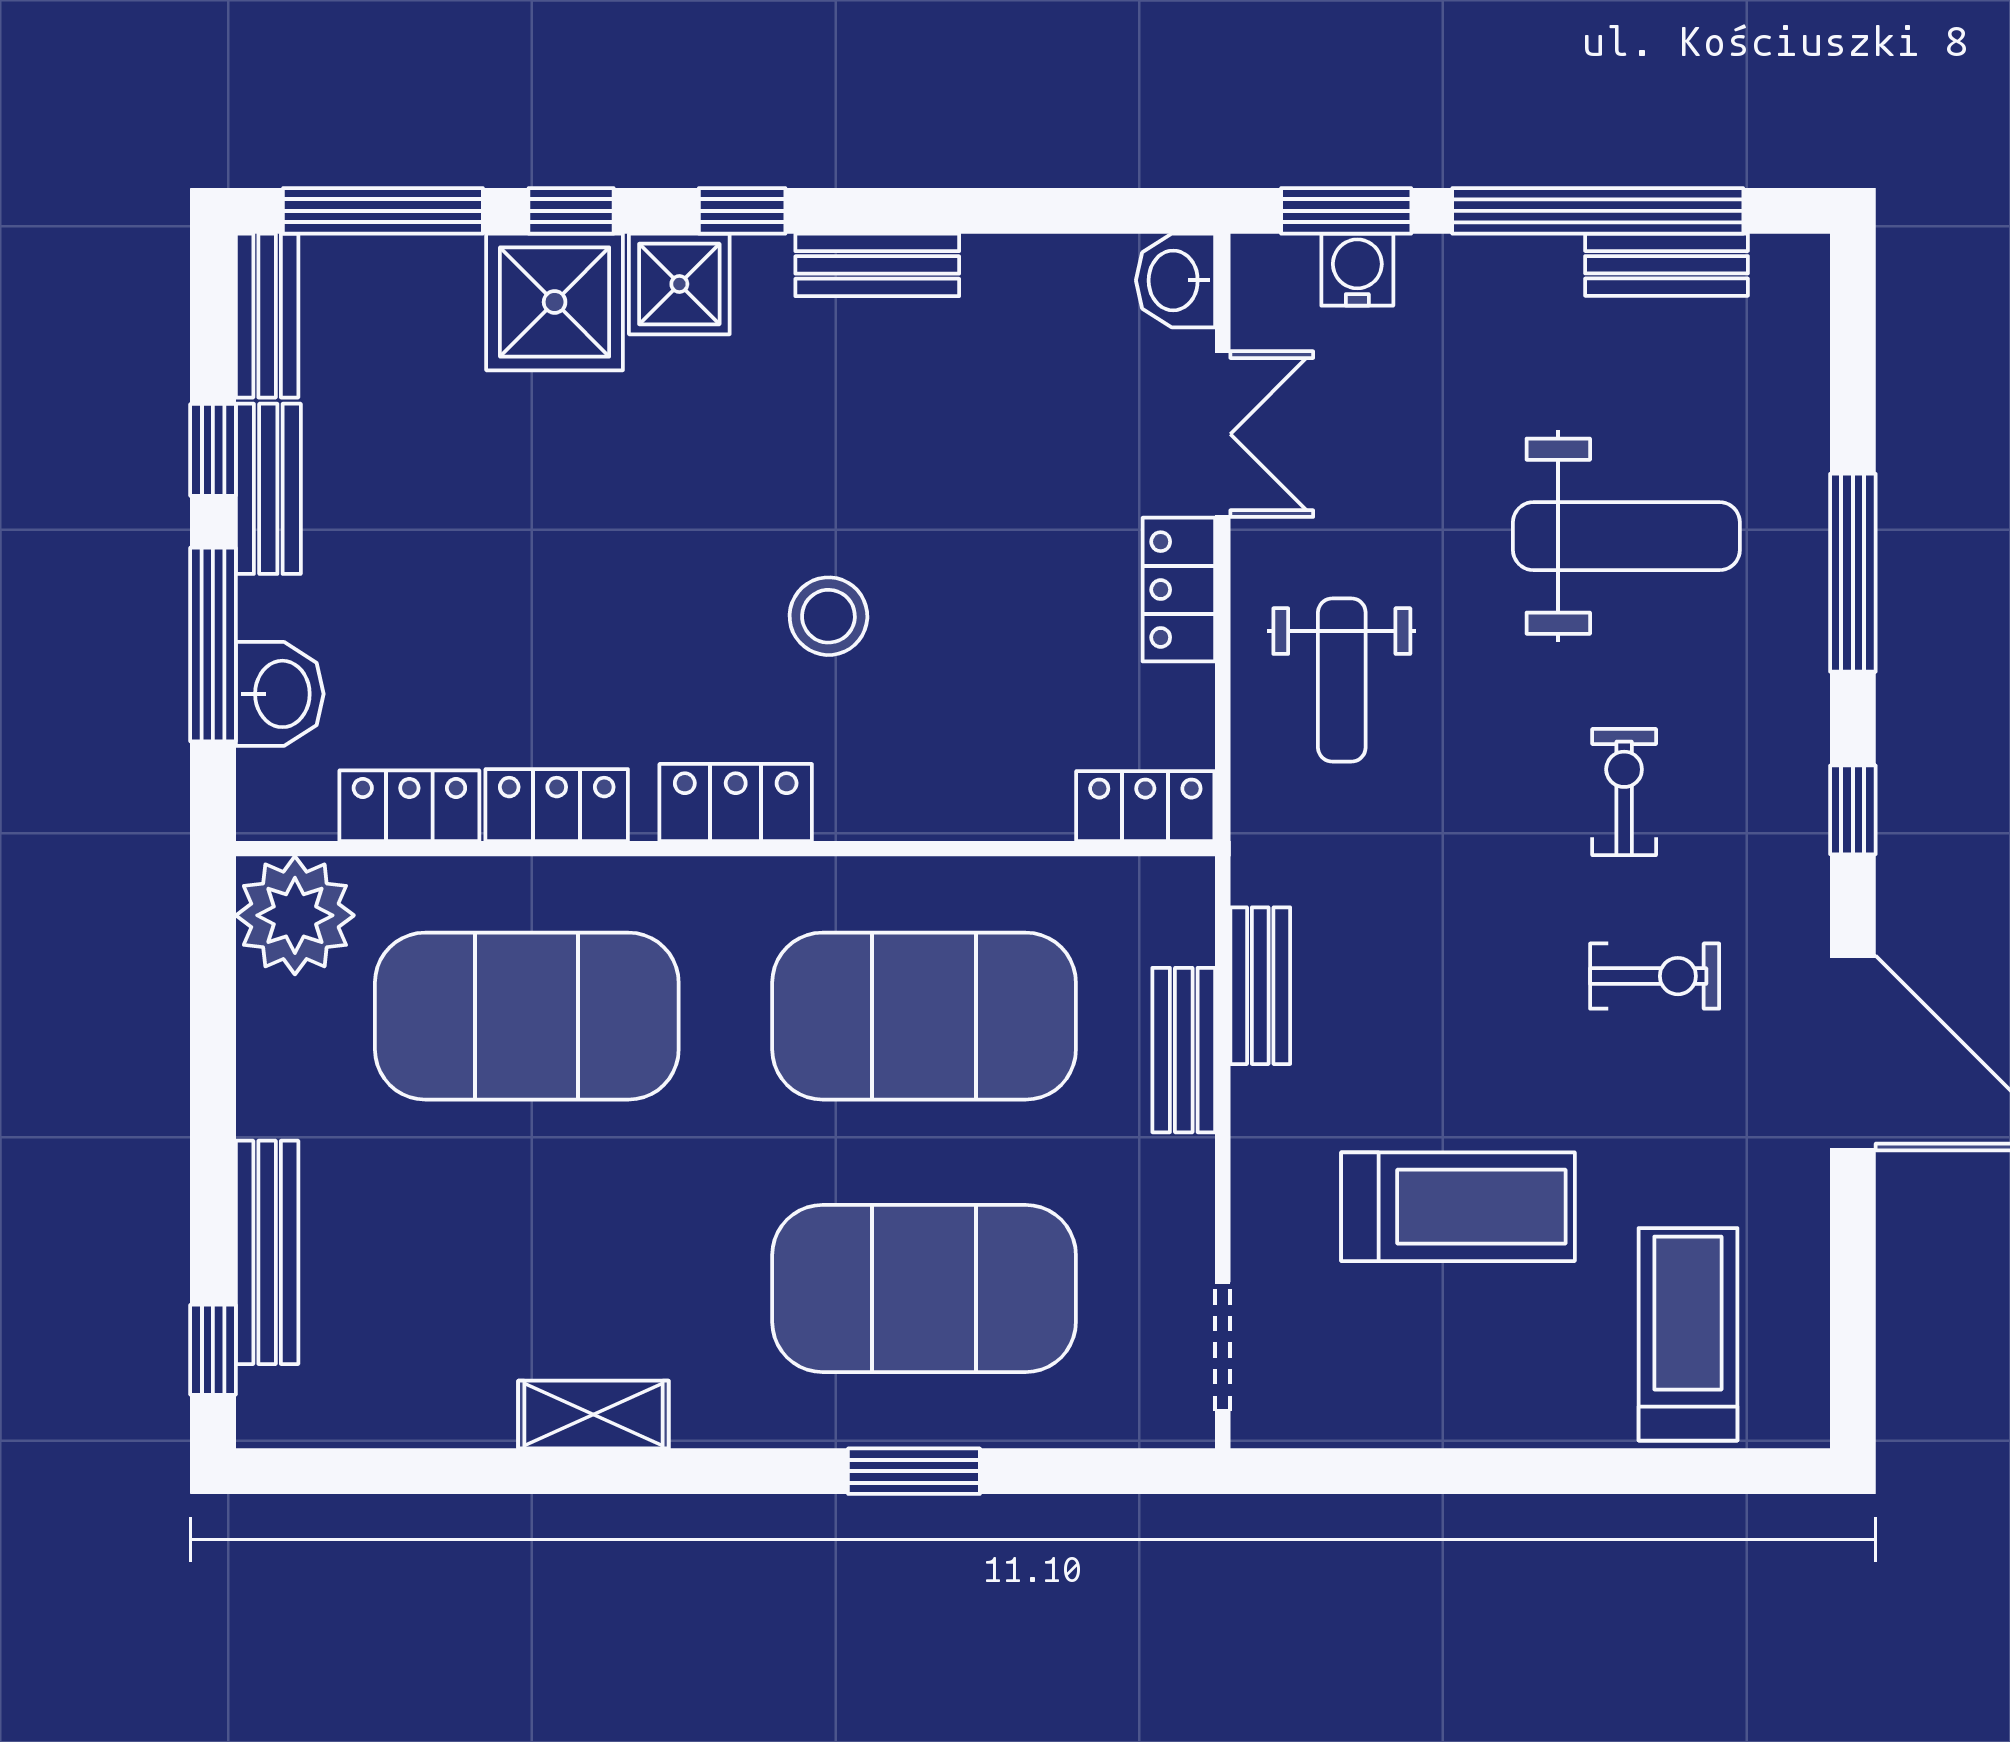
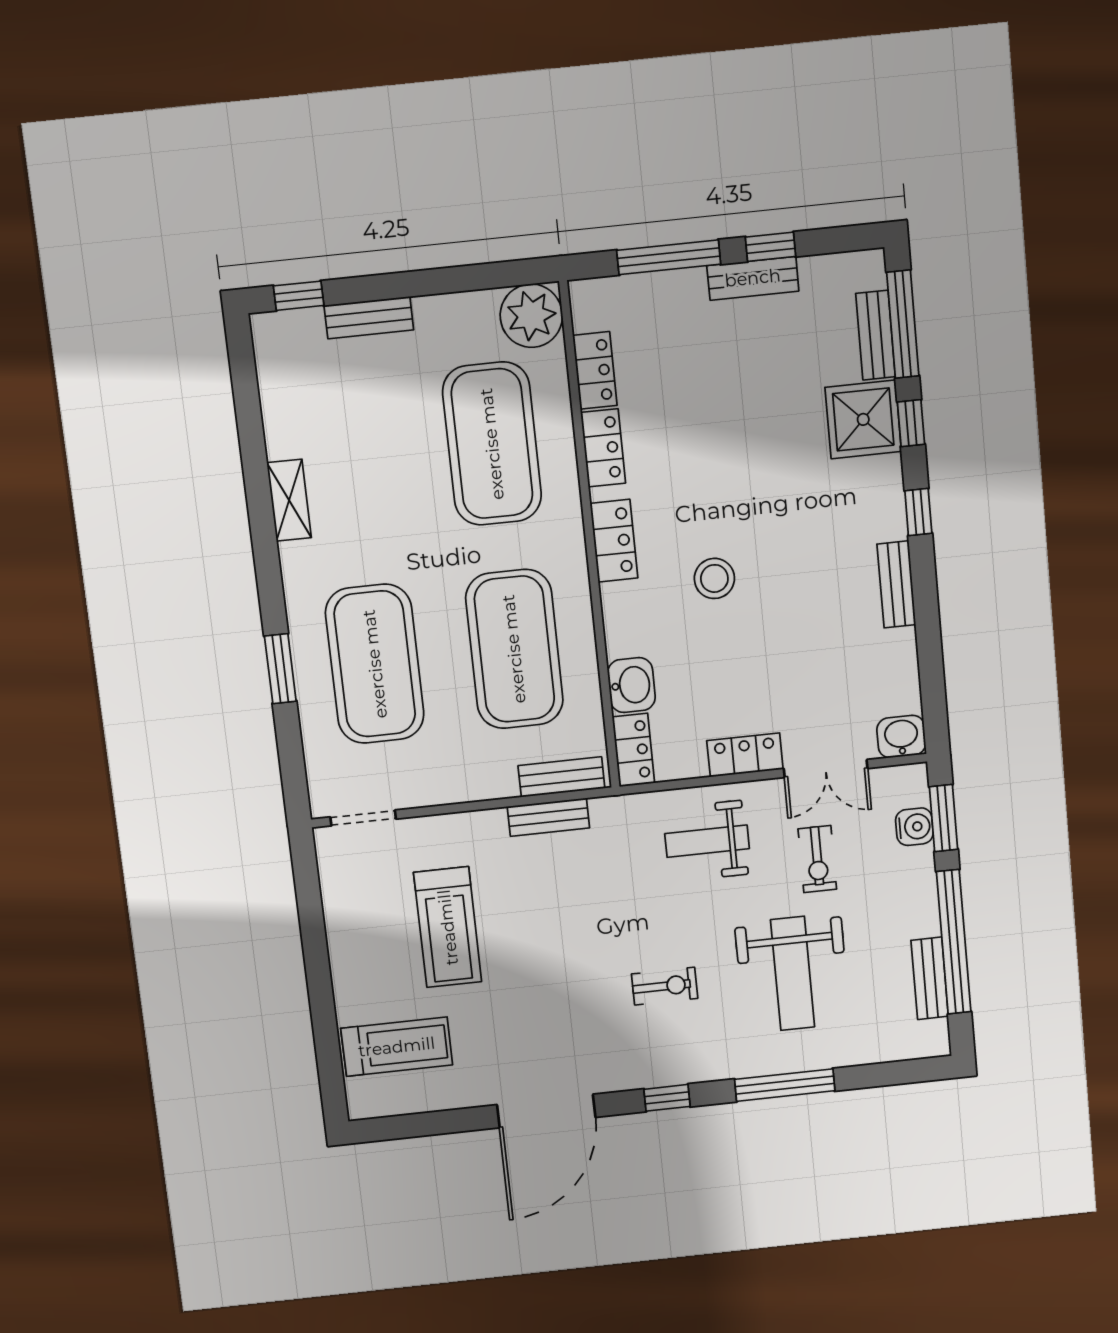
shower: (679, 284) -> (878, 483), removed
bench: (267, 316) -> (875, 335), moved, turned 90
washbasin: (280, 694) -> (631, 685), moved, turned -90
exercise bike: (1655, 976) -> (817, 859), moved
bench: (1184, 1050) -> (561, 777), moved
bench: (267, 1252) -> (369, 318), width x0.73

